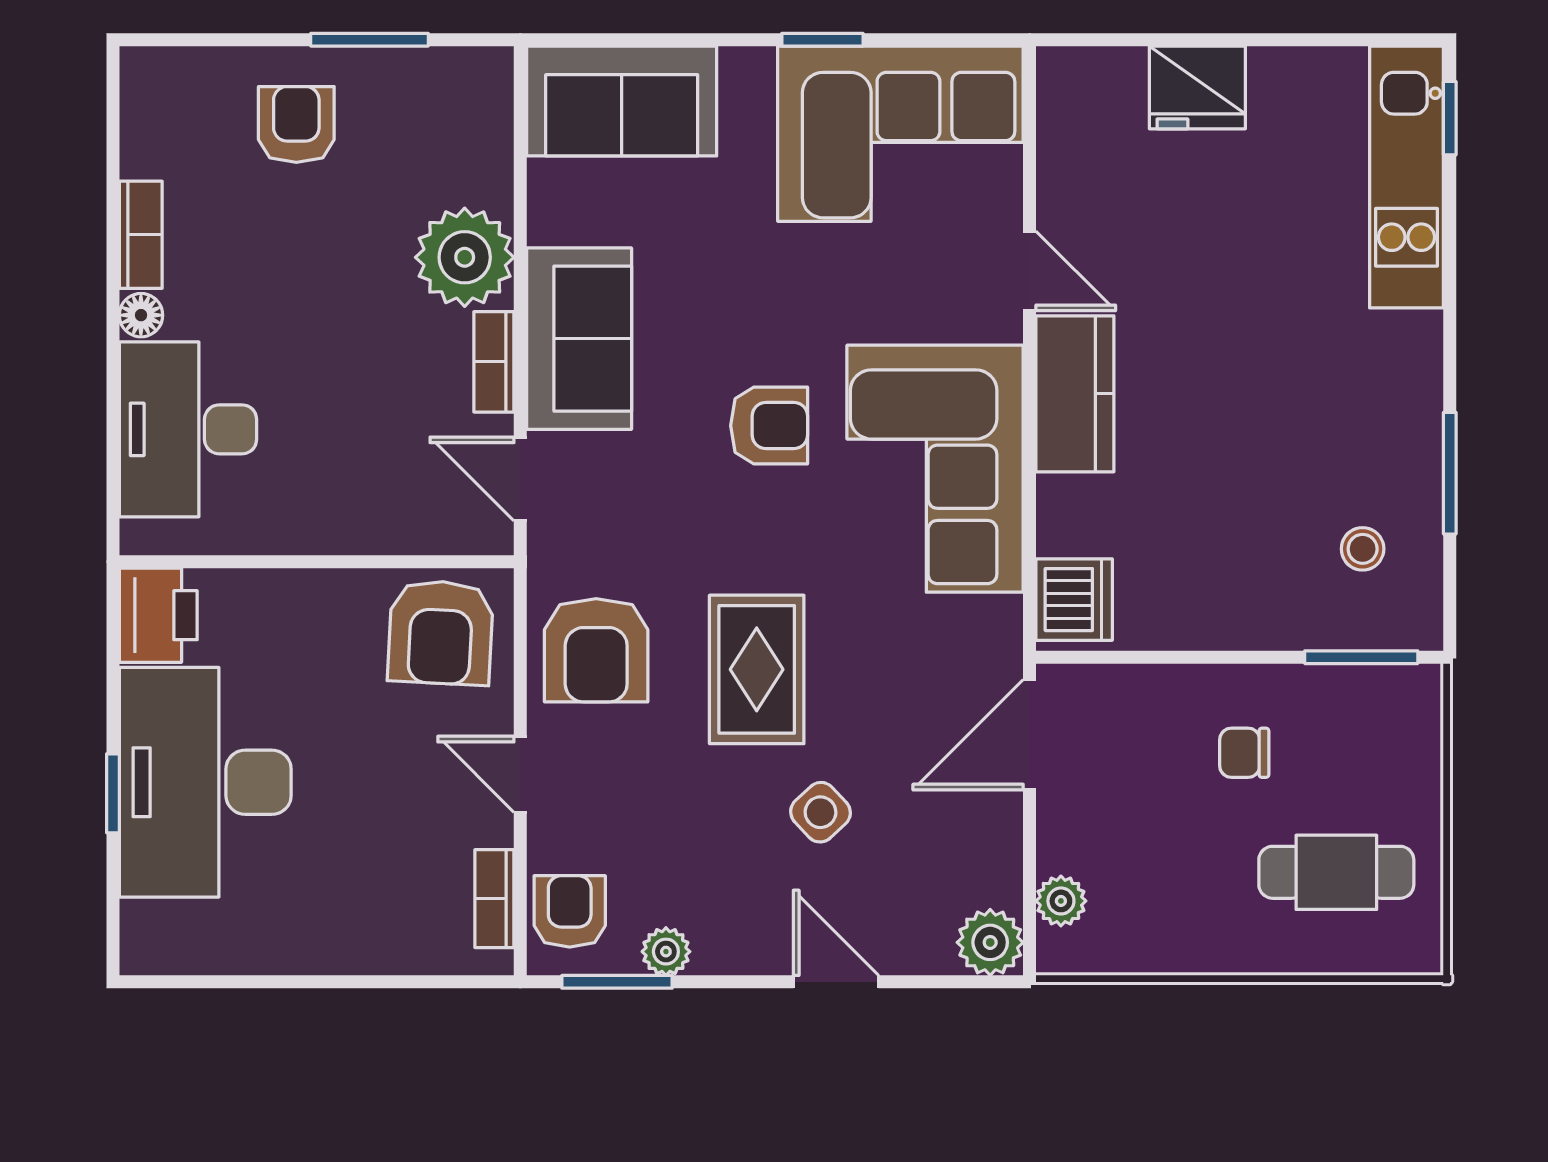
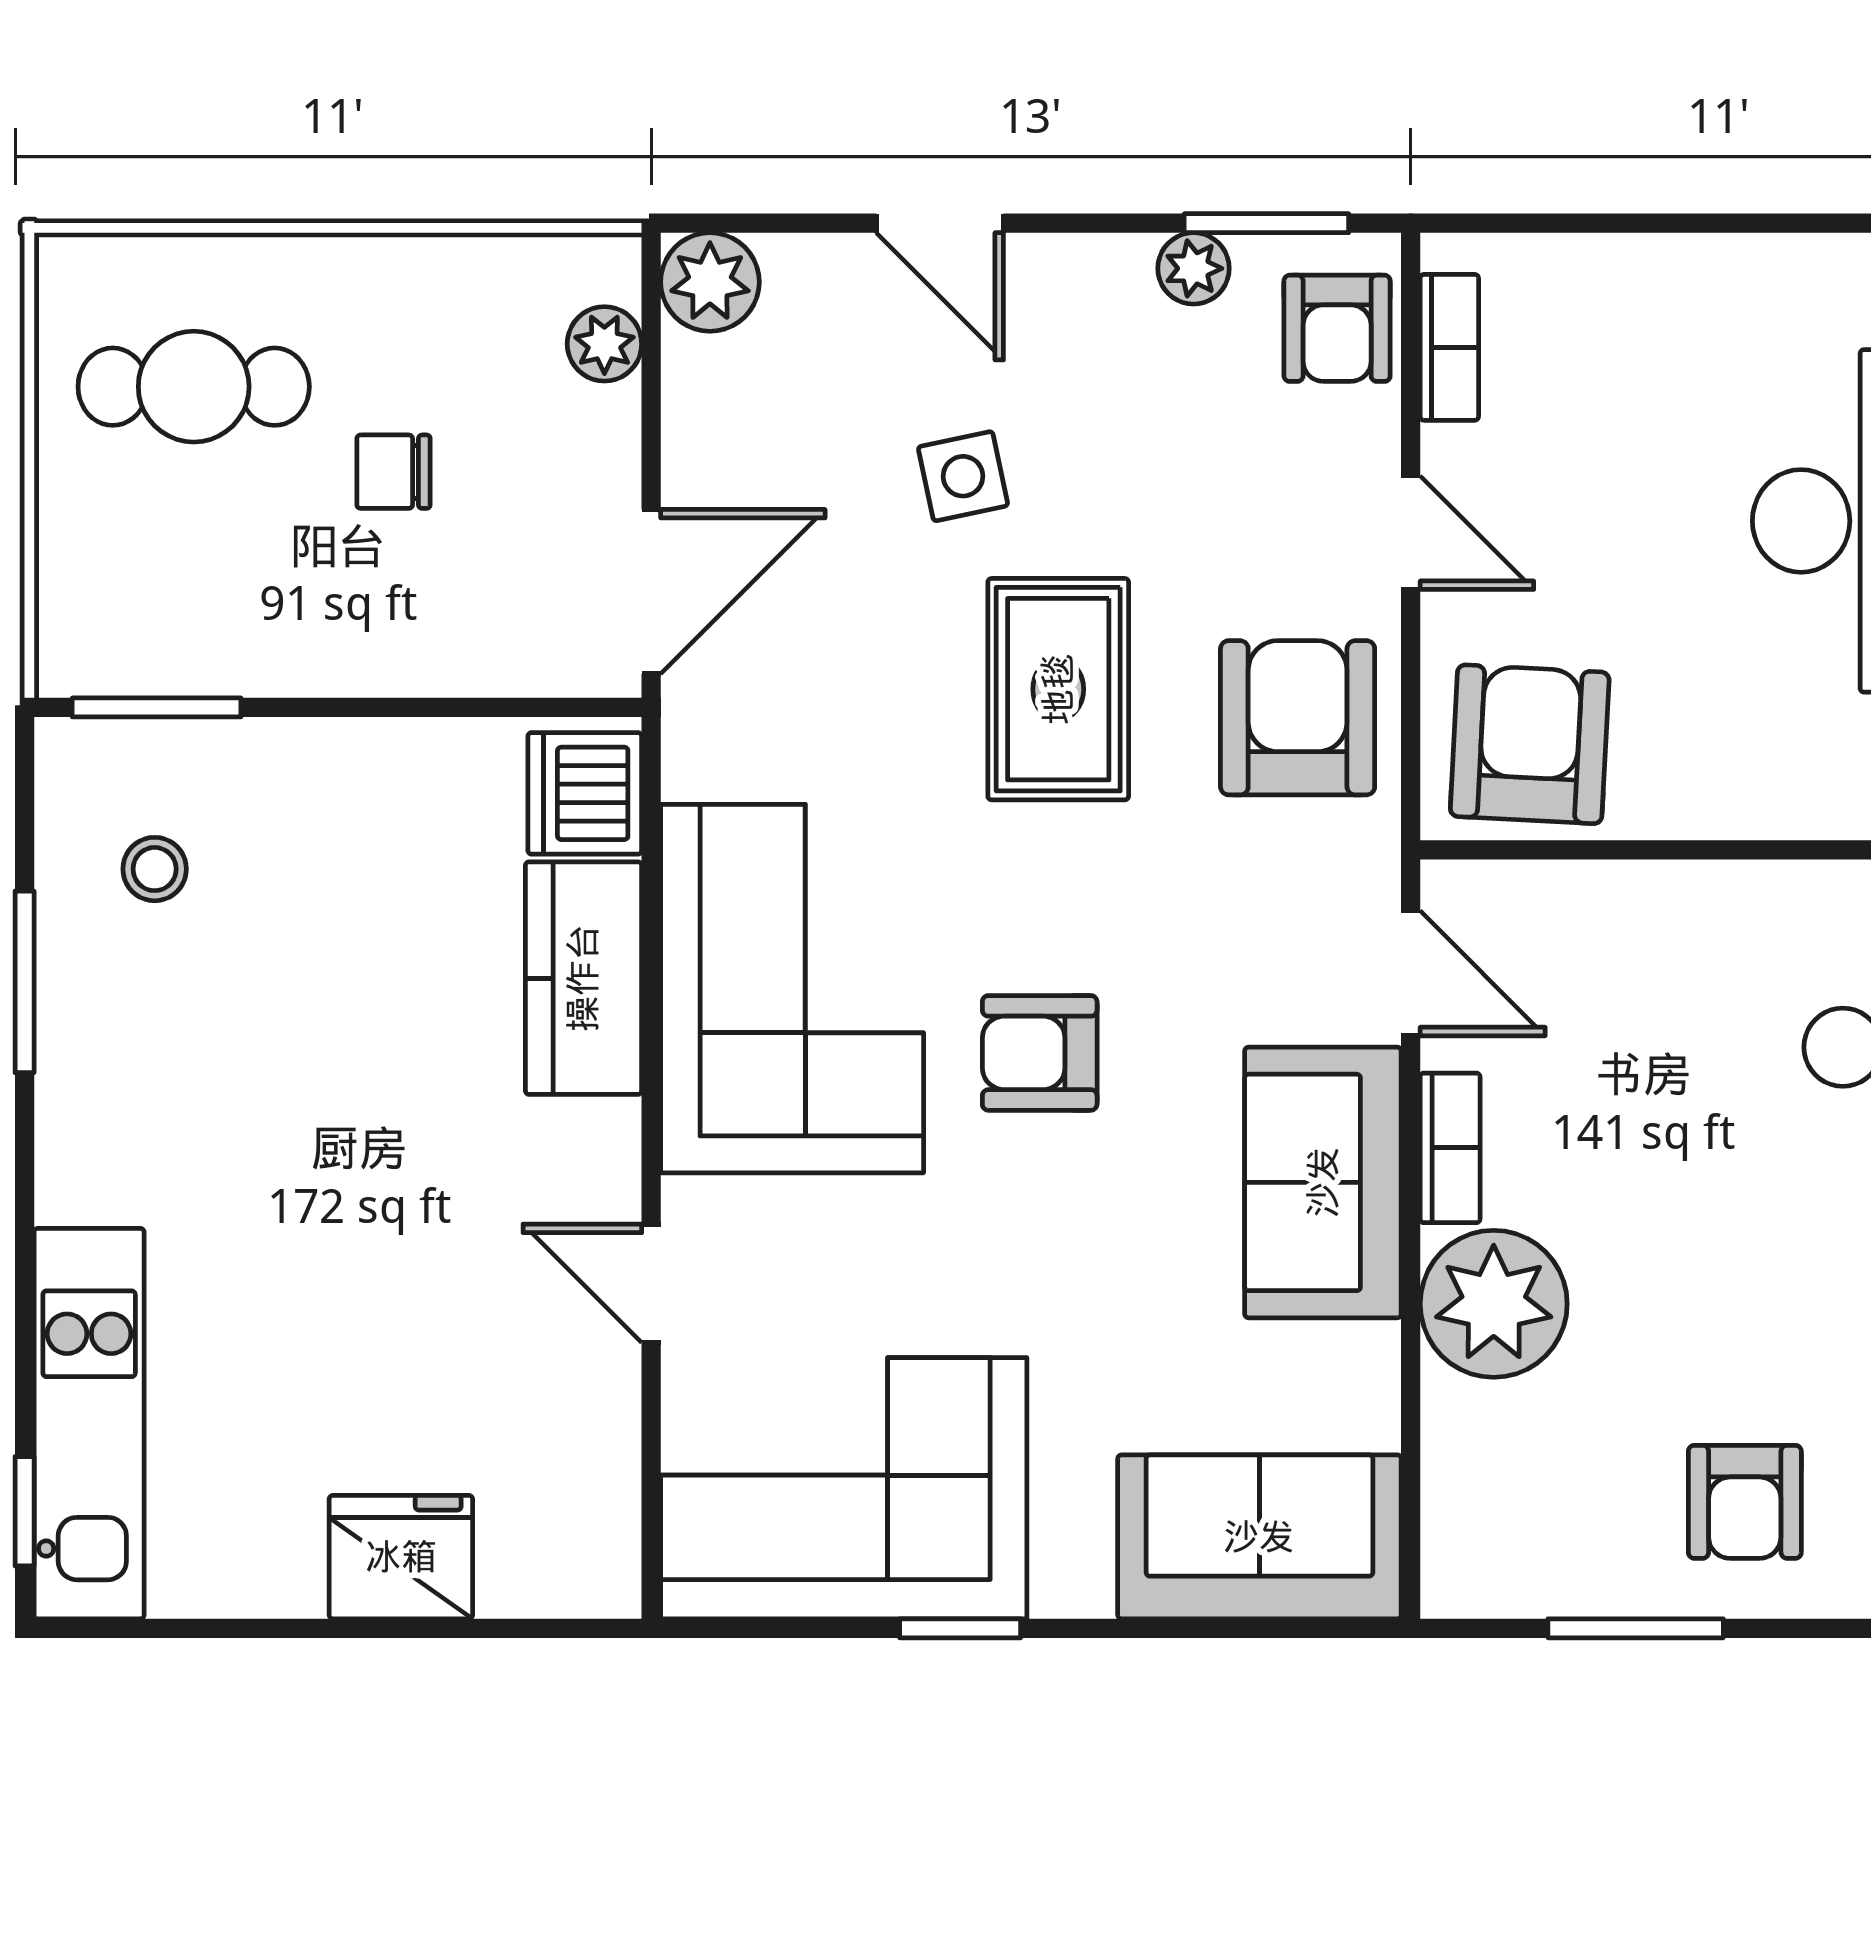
kitchen counter: (1075, 394) -> (583, 978), moved
chair: (1244, 753) -> (393, 472), moved, turned 180
side table: (820, 812) -> (963, 476), turned 31

